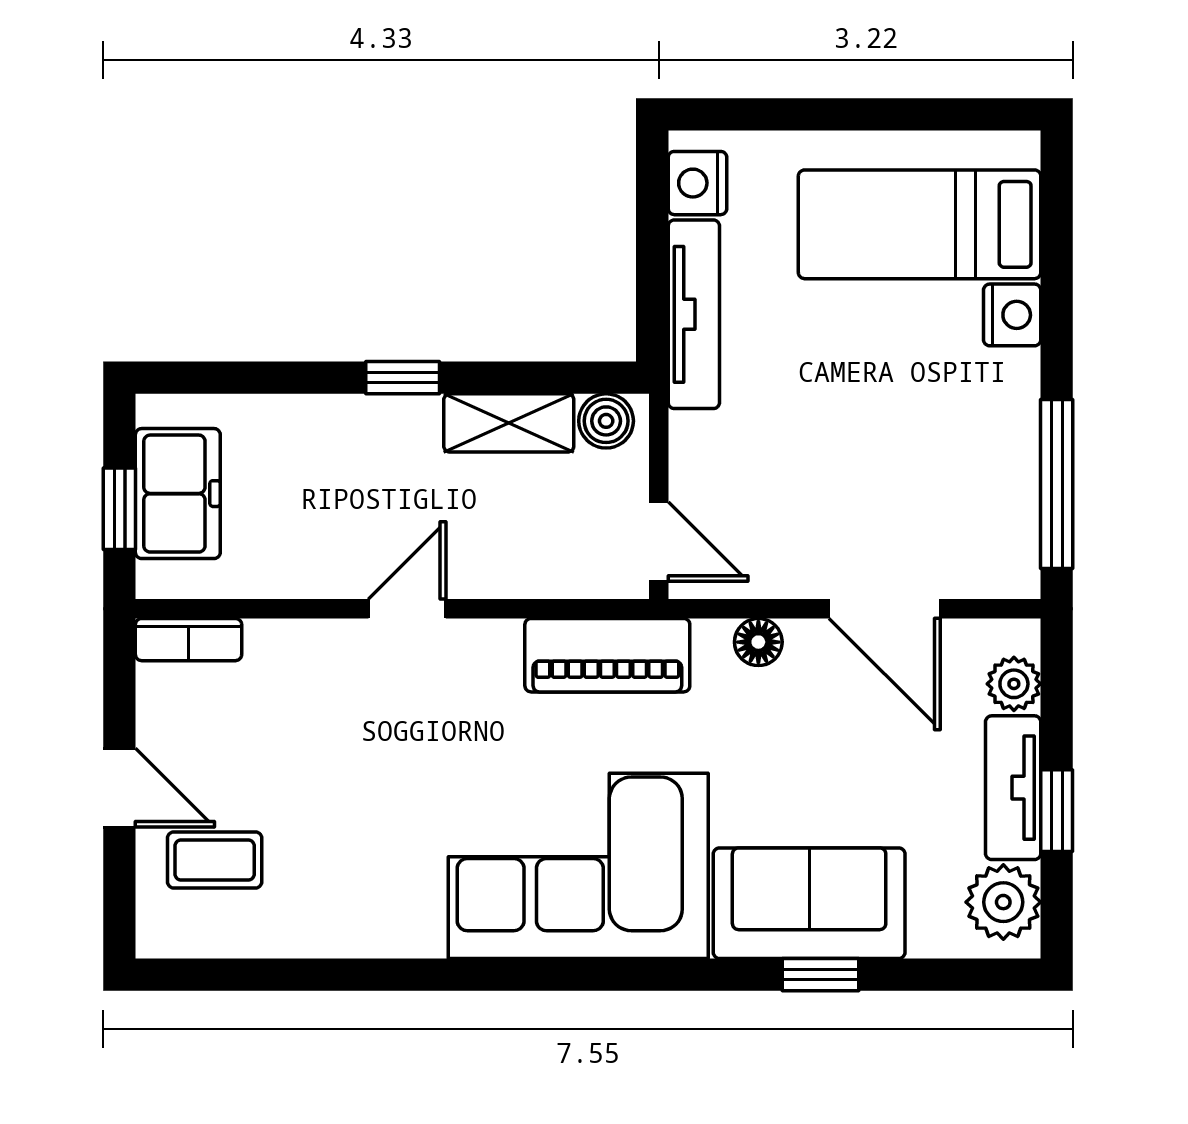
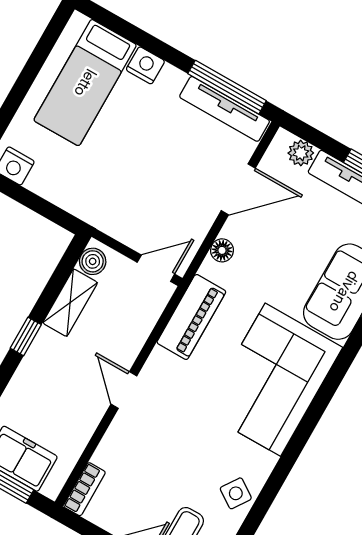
tv unit: (694, 314) -> (225, 109), moved, turned 180
side table: (336, 916) -> (236, 493), added

